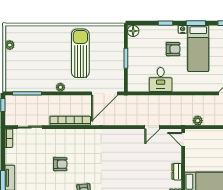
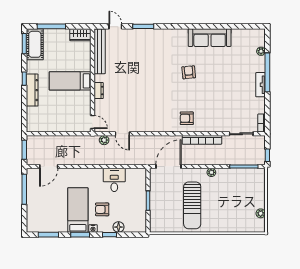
floor lamp: (133, 31) -> (119, 227), moved
plant: (198, 121) -> (104, 140), moved
door: (152, 127) -> (122, 134), swing flipped
armchair: (60, 164) -> (187, 118), moved

